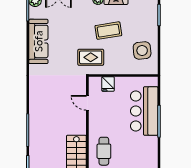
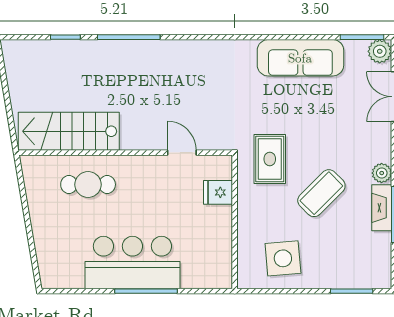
coffee table: (108, 31) -> (321, 193), turned 54
door: (87, 103) -> (182, 153), hinge flipped
bar counter: (144, 111) -> (132, 262), moved

